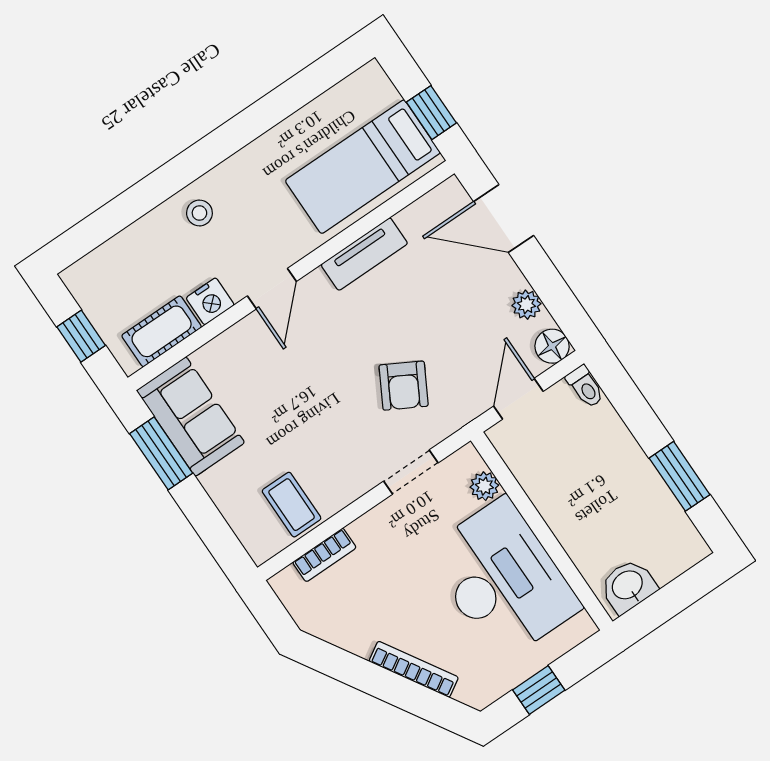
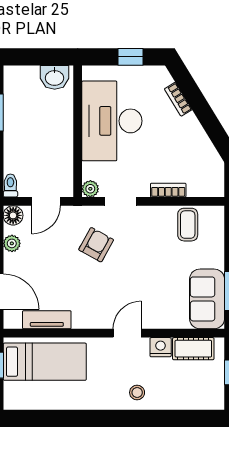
tv unit: (364, 254) -> (47, 320), moved
plant: (484, 486) -> (90, 189), moved
bookcase: (324, 555) -> (168, 190), moved
bookcase: (414, 669) -> (178, 99), width x0.64

